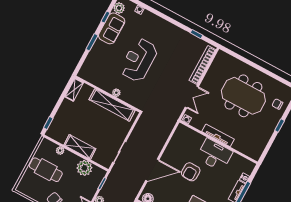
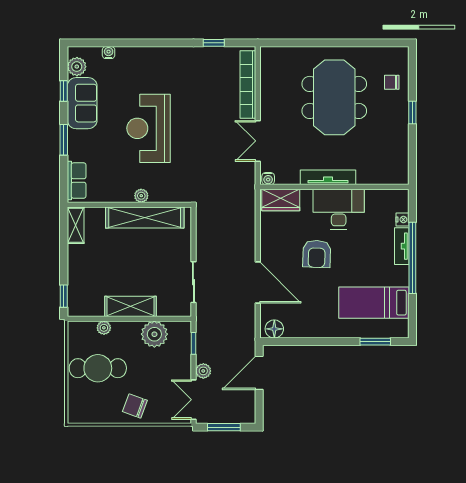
row of seats: (87, 67) -> (77, 181), added
meeting table: (243, 96) -> (334, 97), turned 90
double door: (192, 97) -> (258, 141), swing flipped
wardrobe: (187, 134) -> (281, 200), added
door: (152, 170) -> (258, 282), hinge flipped

